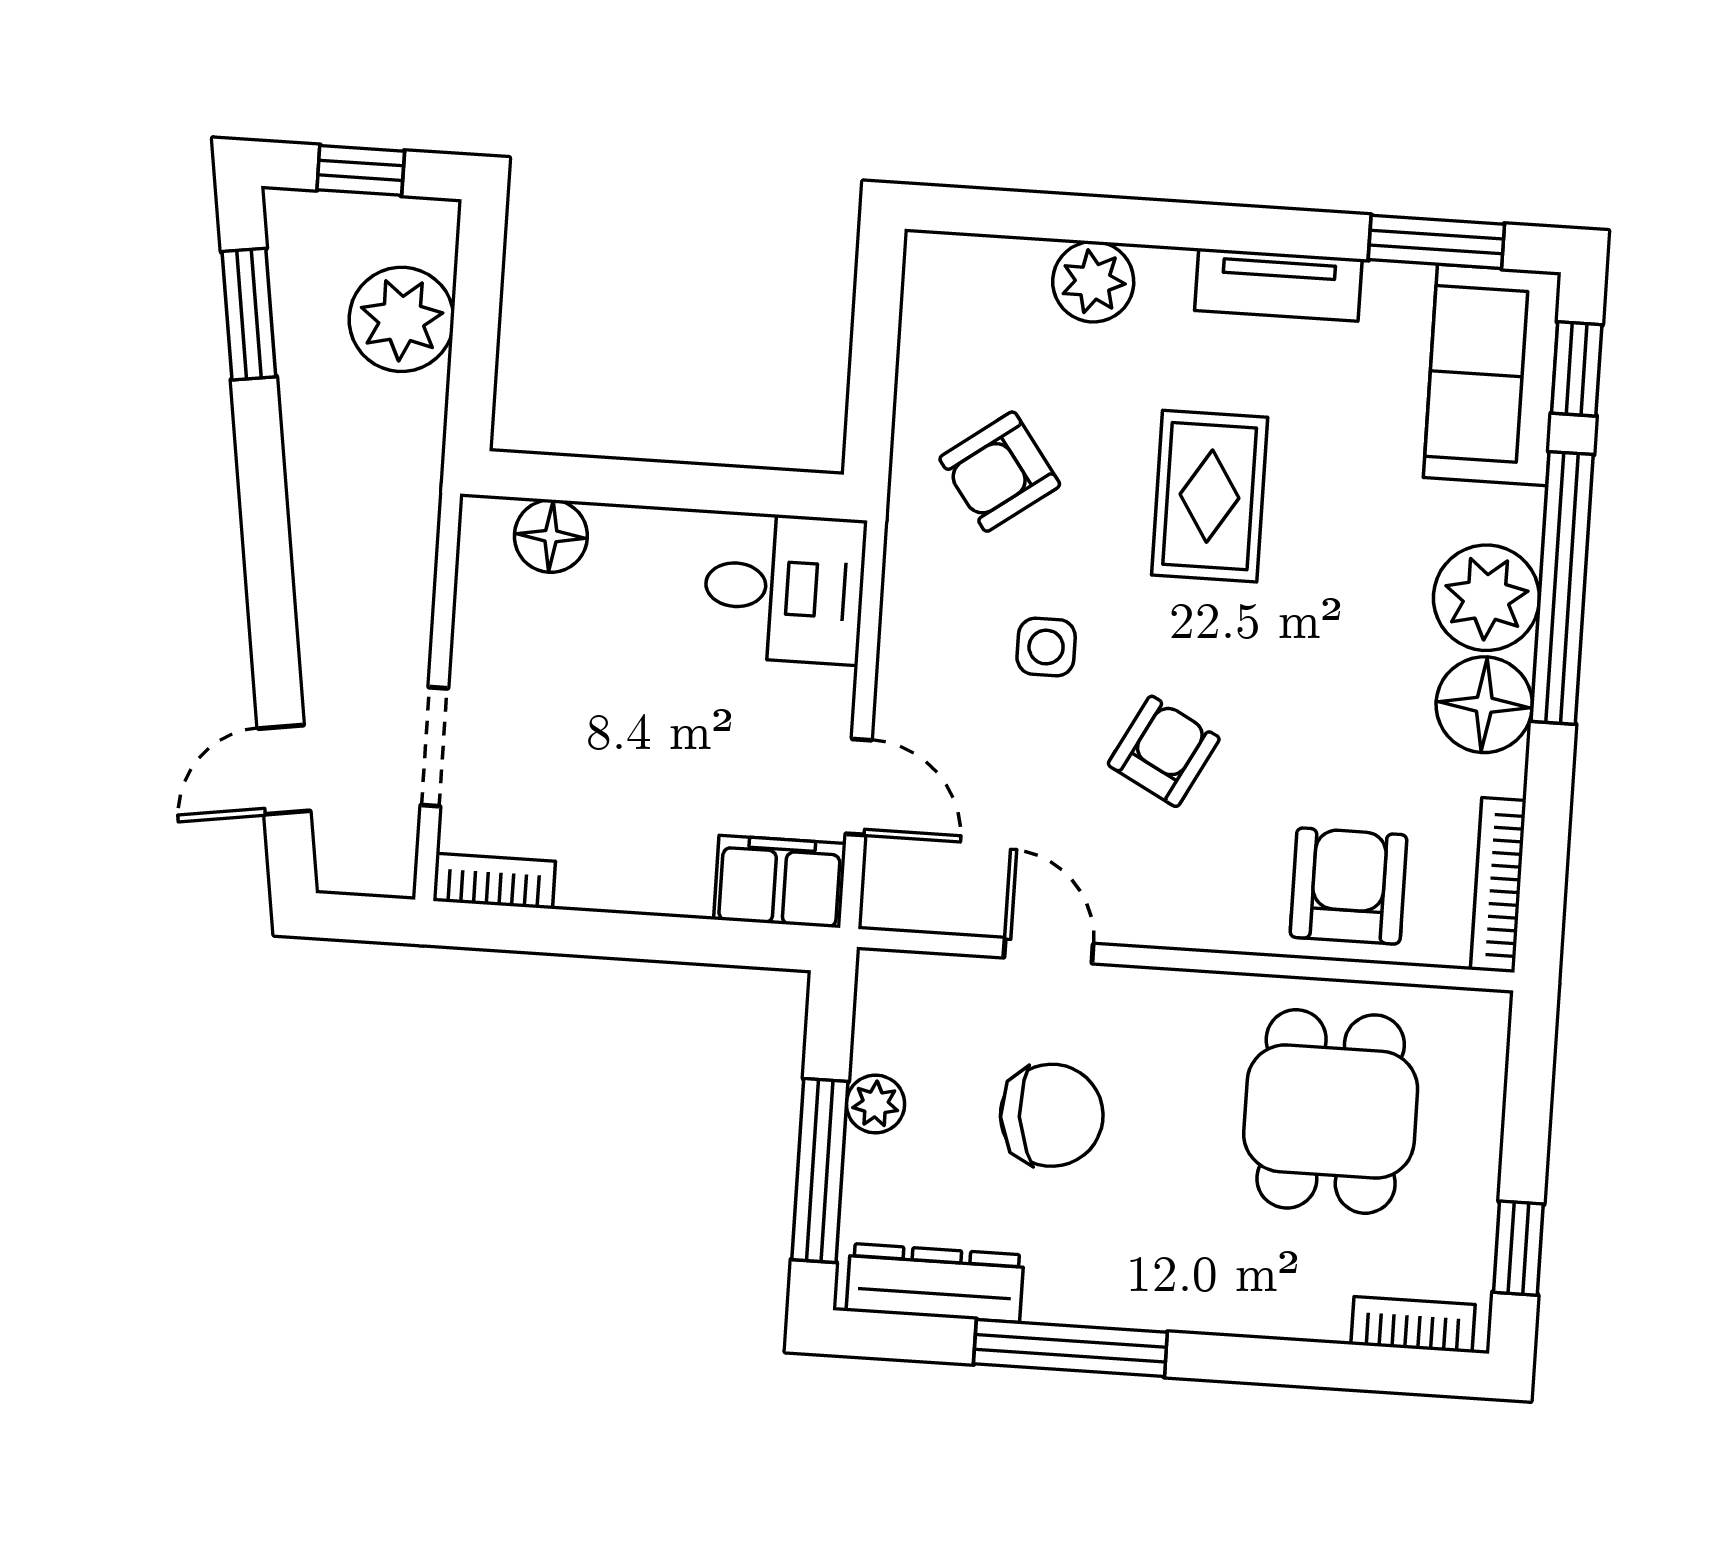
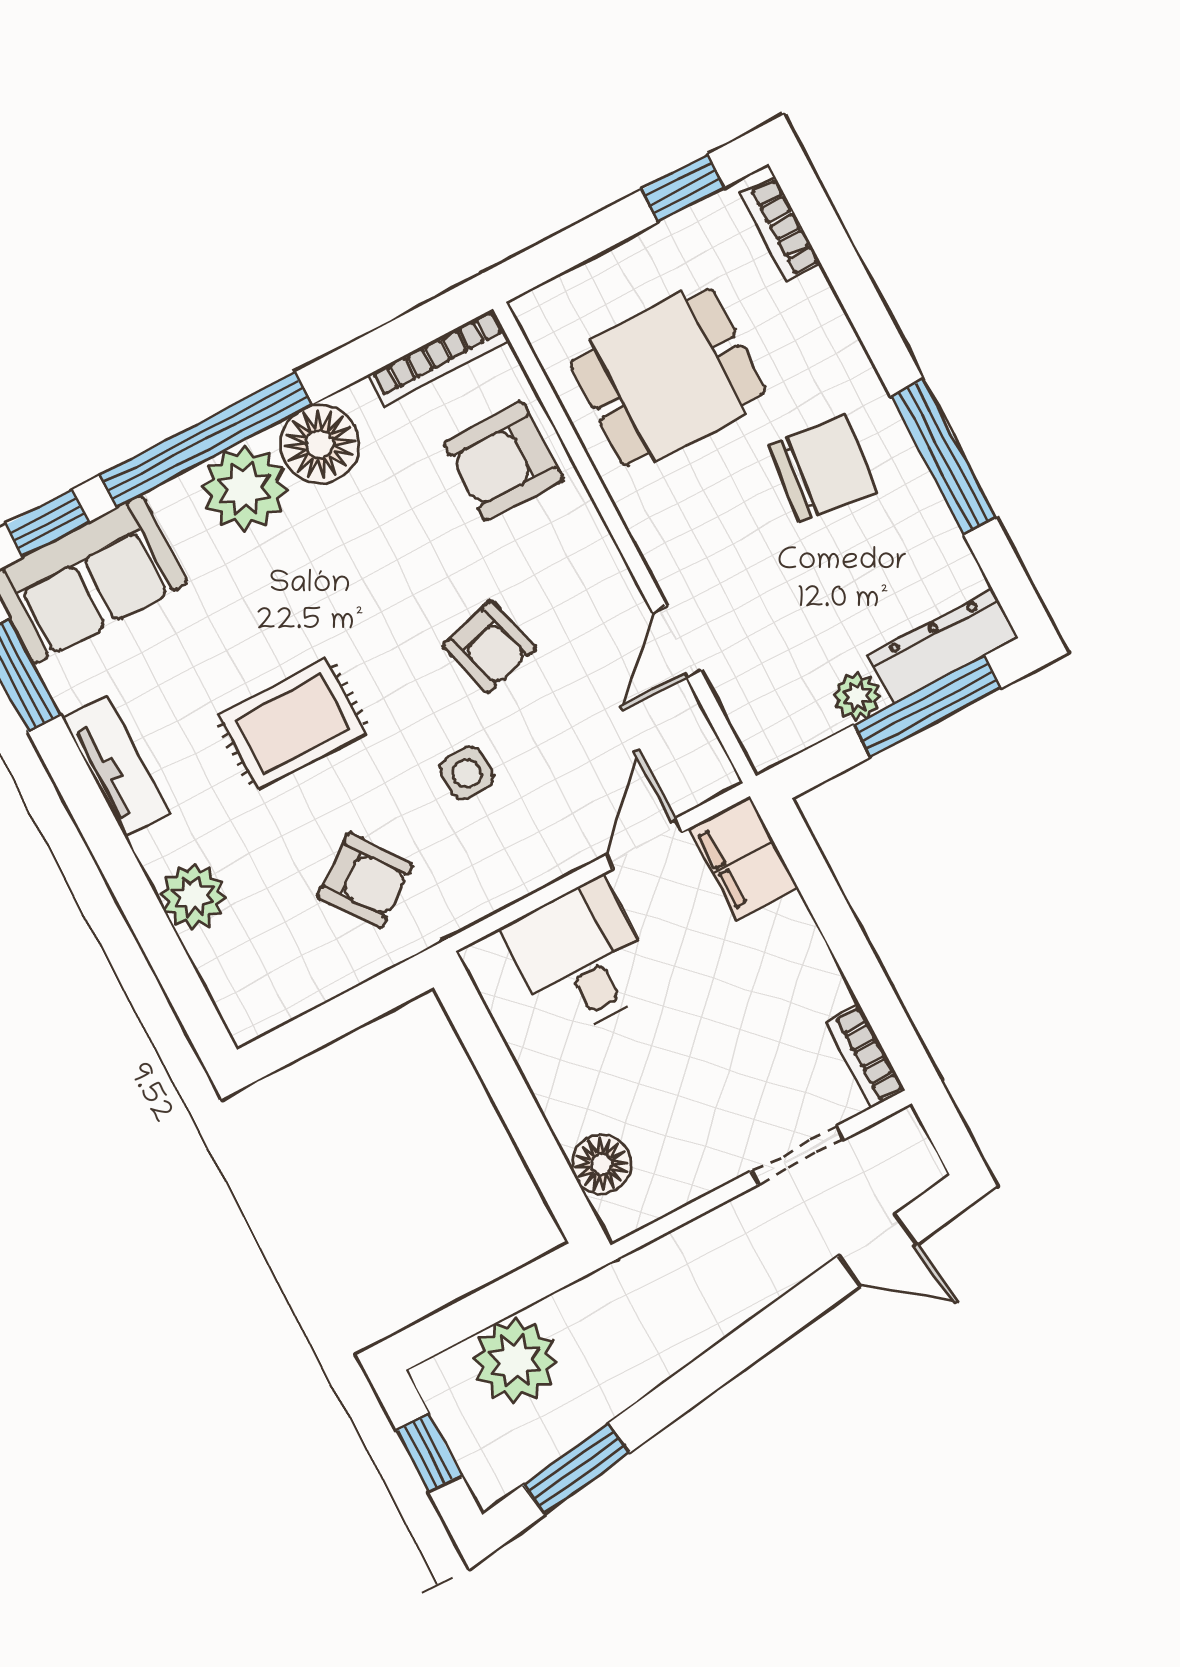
desk: (784, 588) -> (581, 957), moved
armchair: (1164, 751) -> (489, 647), turned -134
chair: (1052, 1115) -> (822, 469), moved, turned 103
dresser: (935, 1283) -> (943, 646), moved, turned 90

